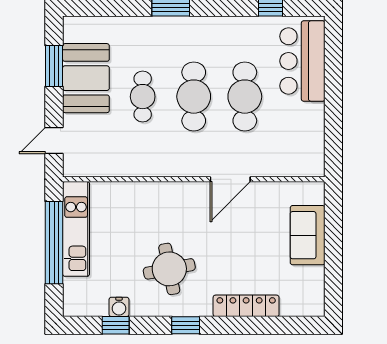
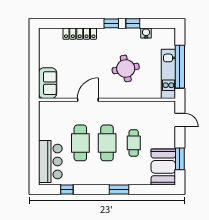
booth: (86, 78) -> (163, 167), moved
door: (54, 141) -> (180, 120), hinge flipped
sofa: (308, 235) -> (48, 83), moved
round table: (169, 269) -> (126, 68), moved
window: (116, 325) -> (133, 23), moved

